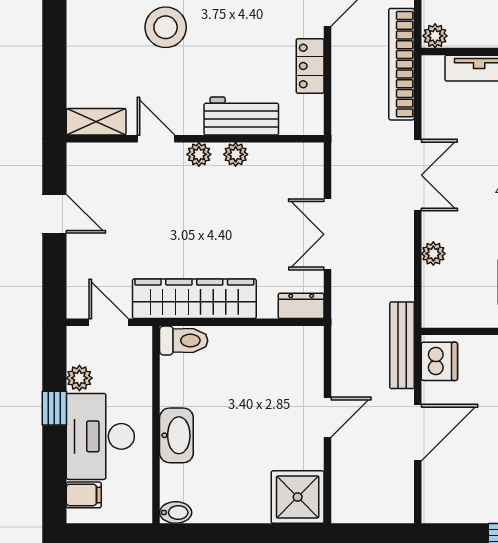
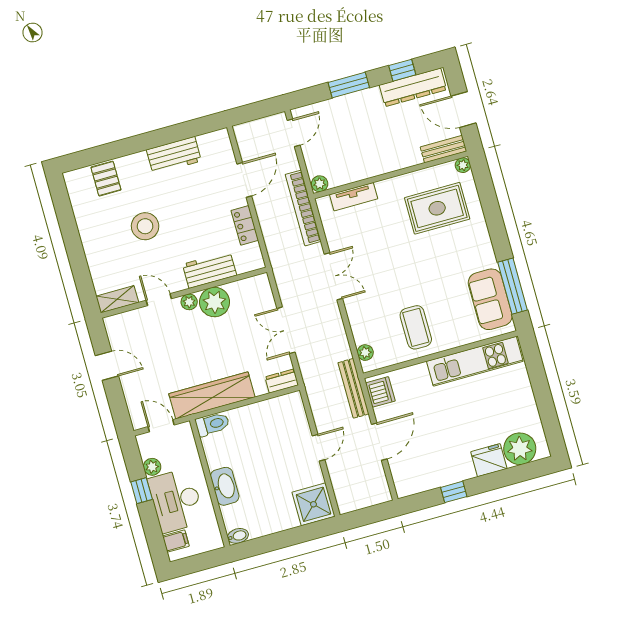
plant: (236, 154) -> (215, 302), width x1.88, depth x1.88
plant: (433, 254) -> (365, 353), moved

